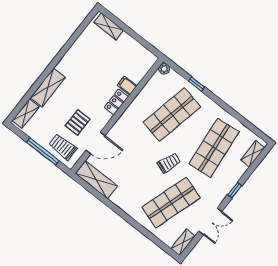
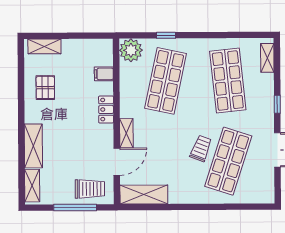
plant: (164, 69) -> (131, 50), width x1.87, depth x1.87
filing cabinet: (127, 86) -> (104, 74), moved
pallet: (78, 122) -> (45, 88), moved
trolley: (63, 147) -> (90, 189), turned 180
trolley: (169, 163) -> (201, 148), moved
shelving: (183, 242) -> (126, 133), moved

